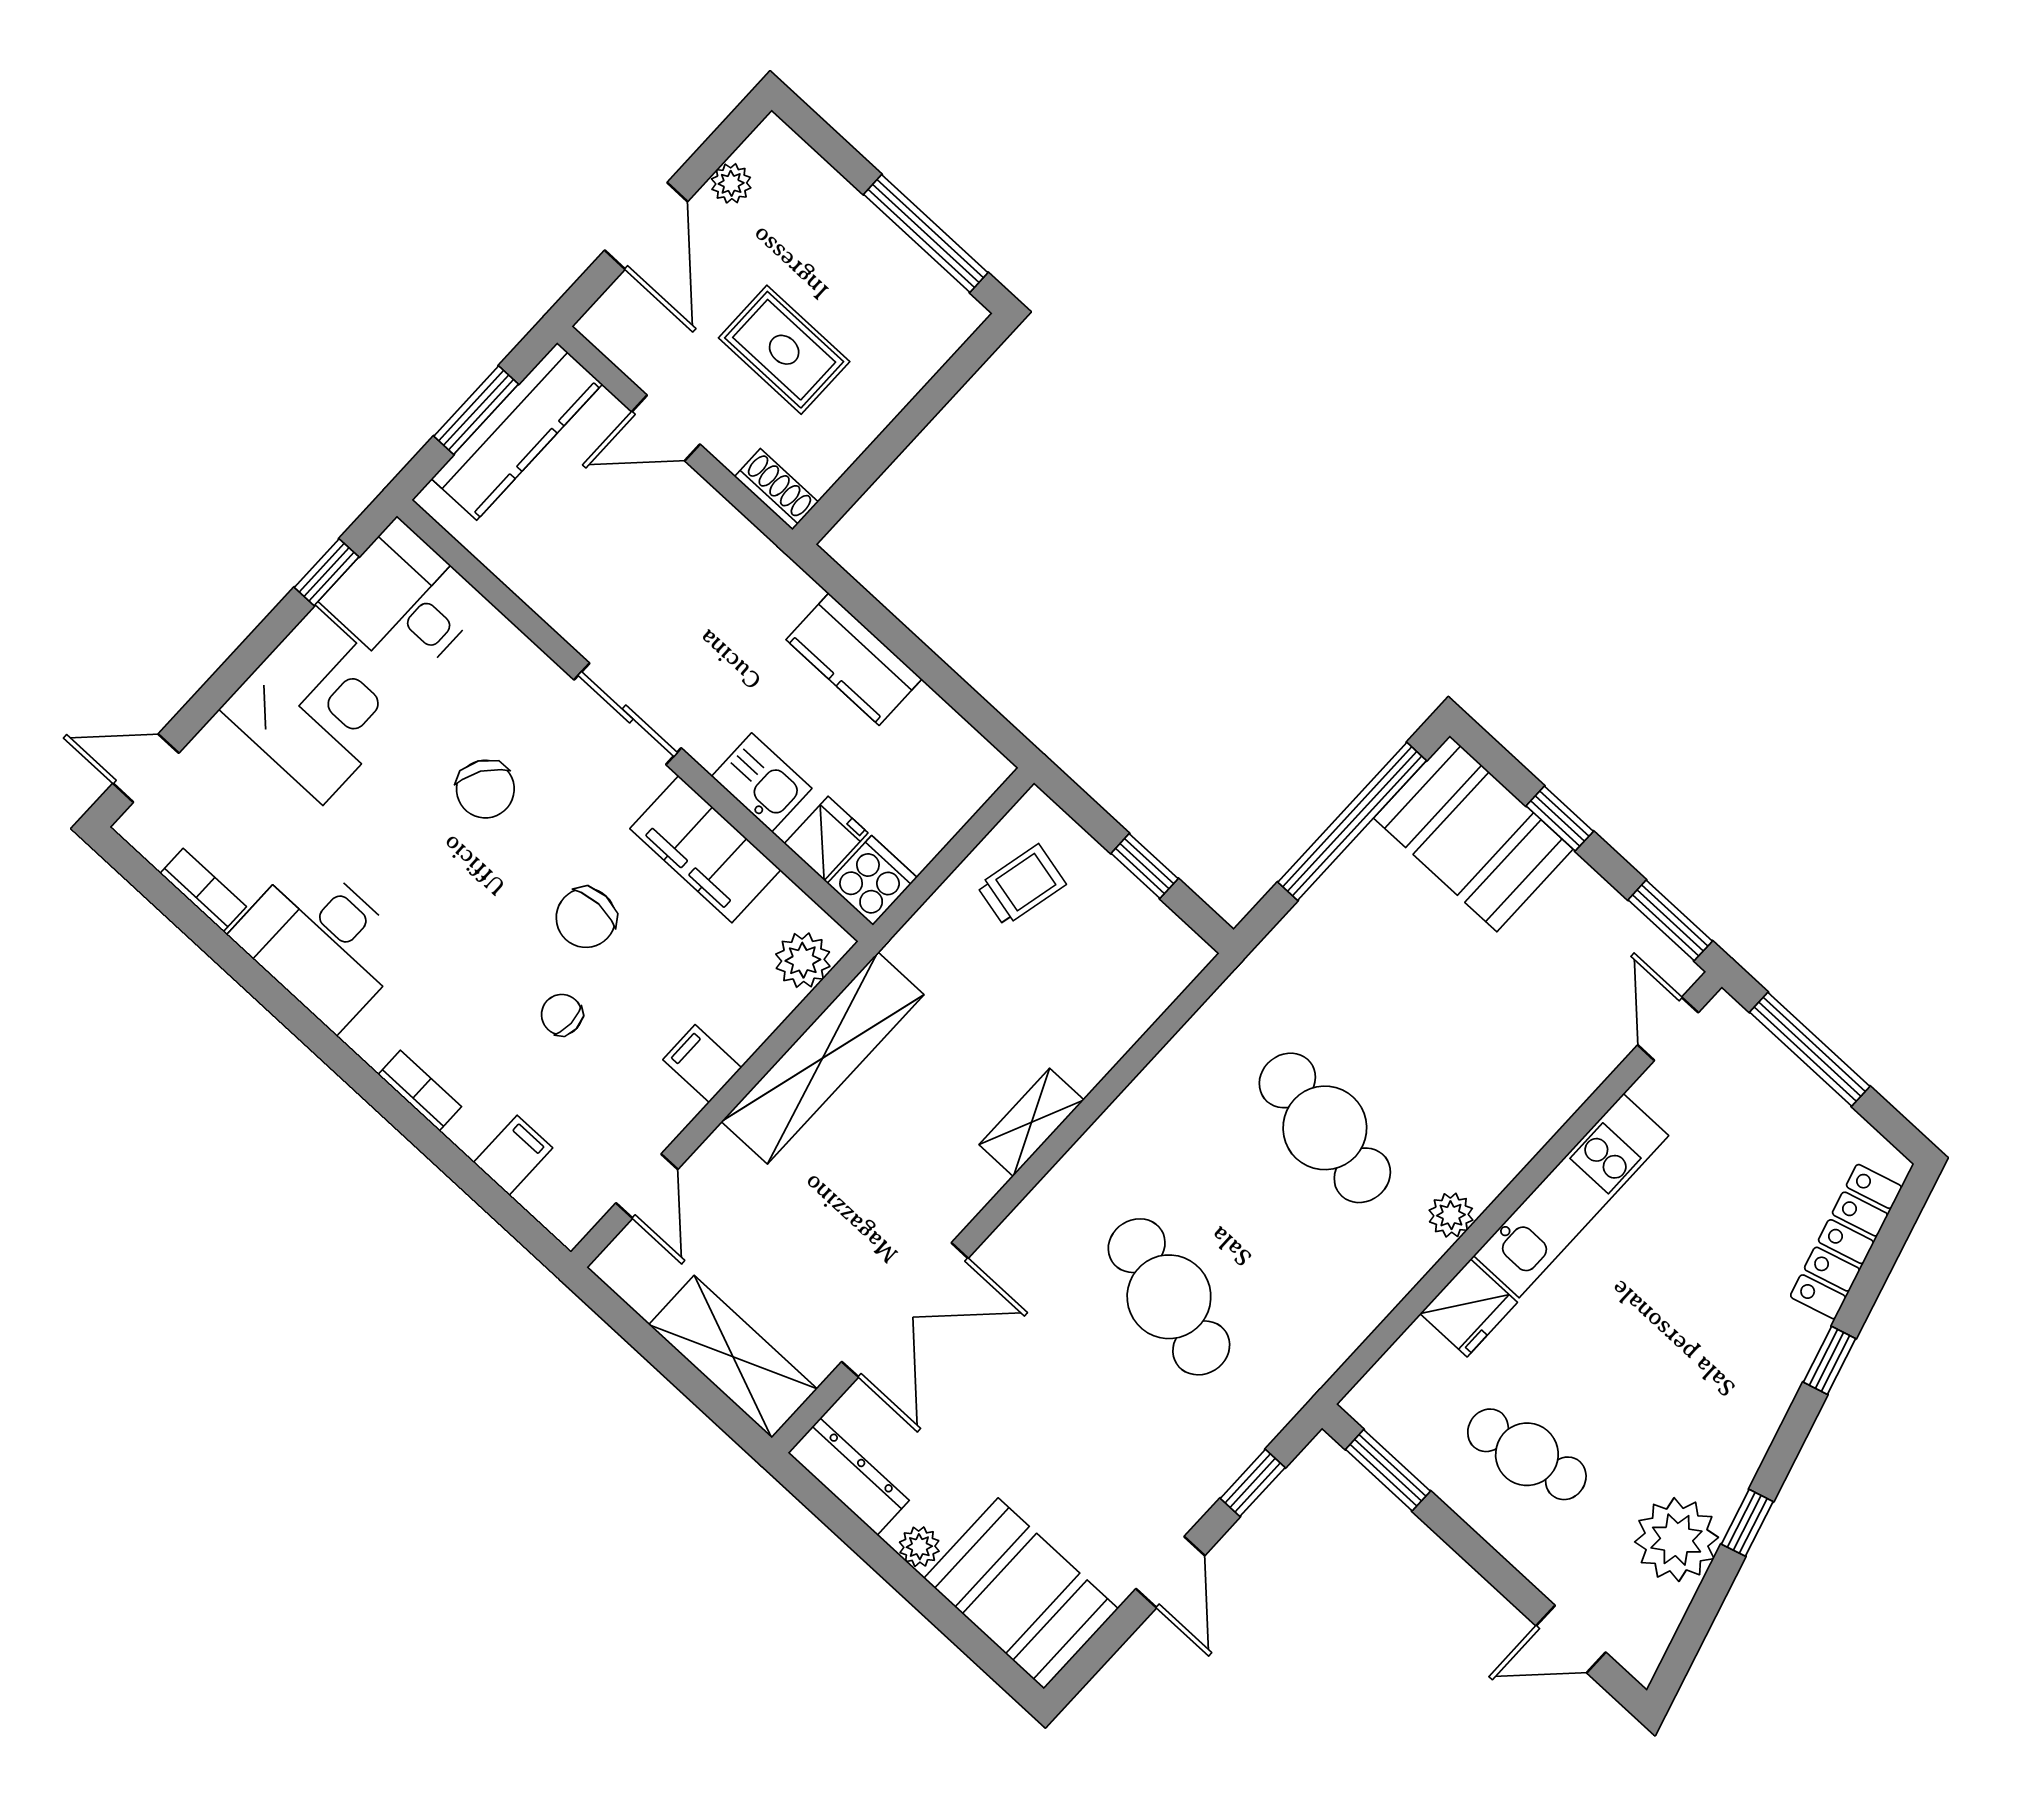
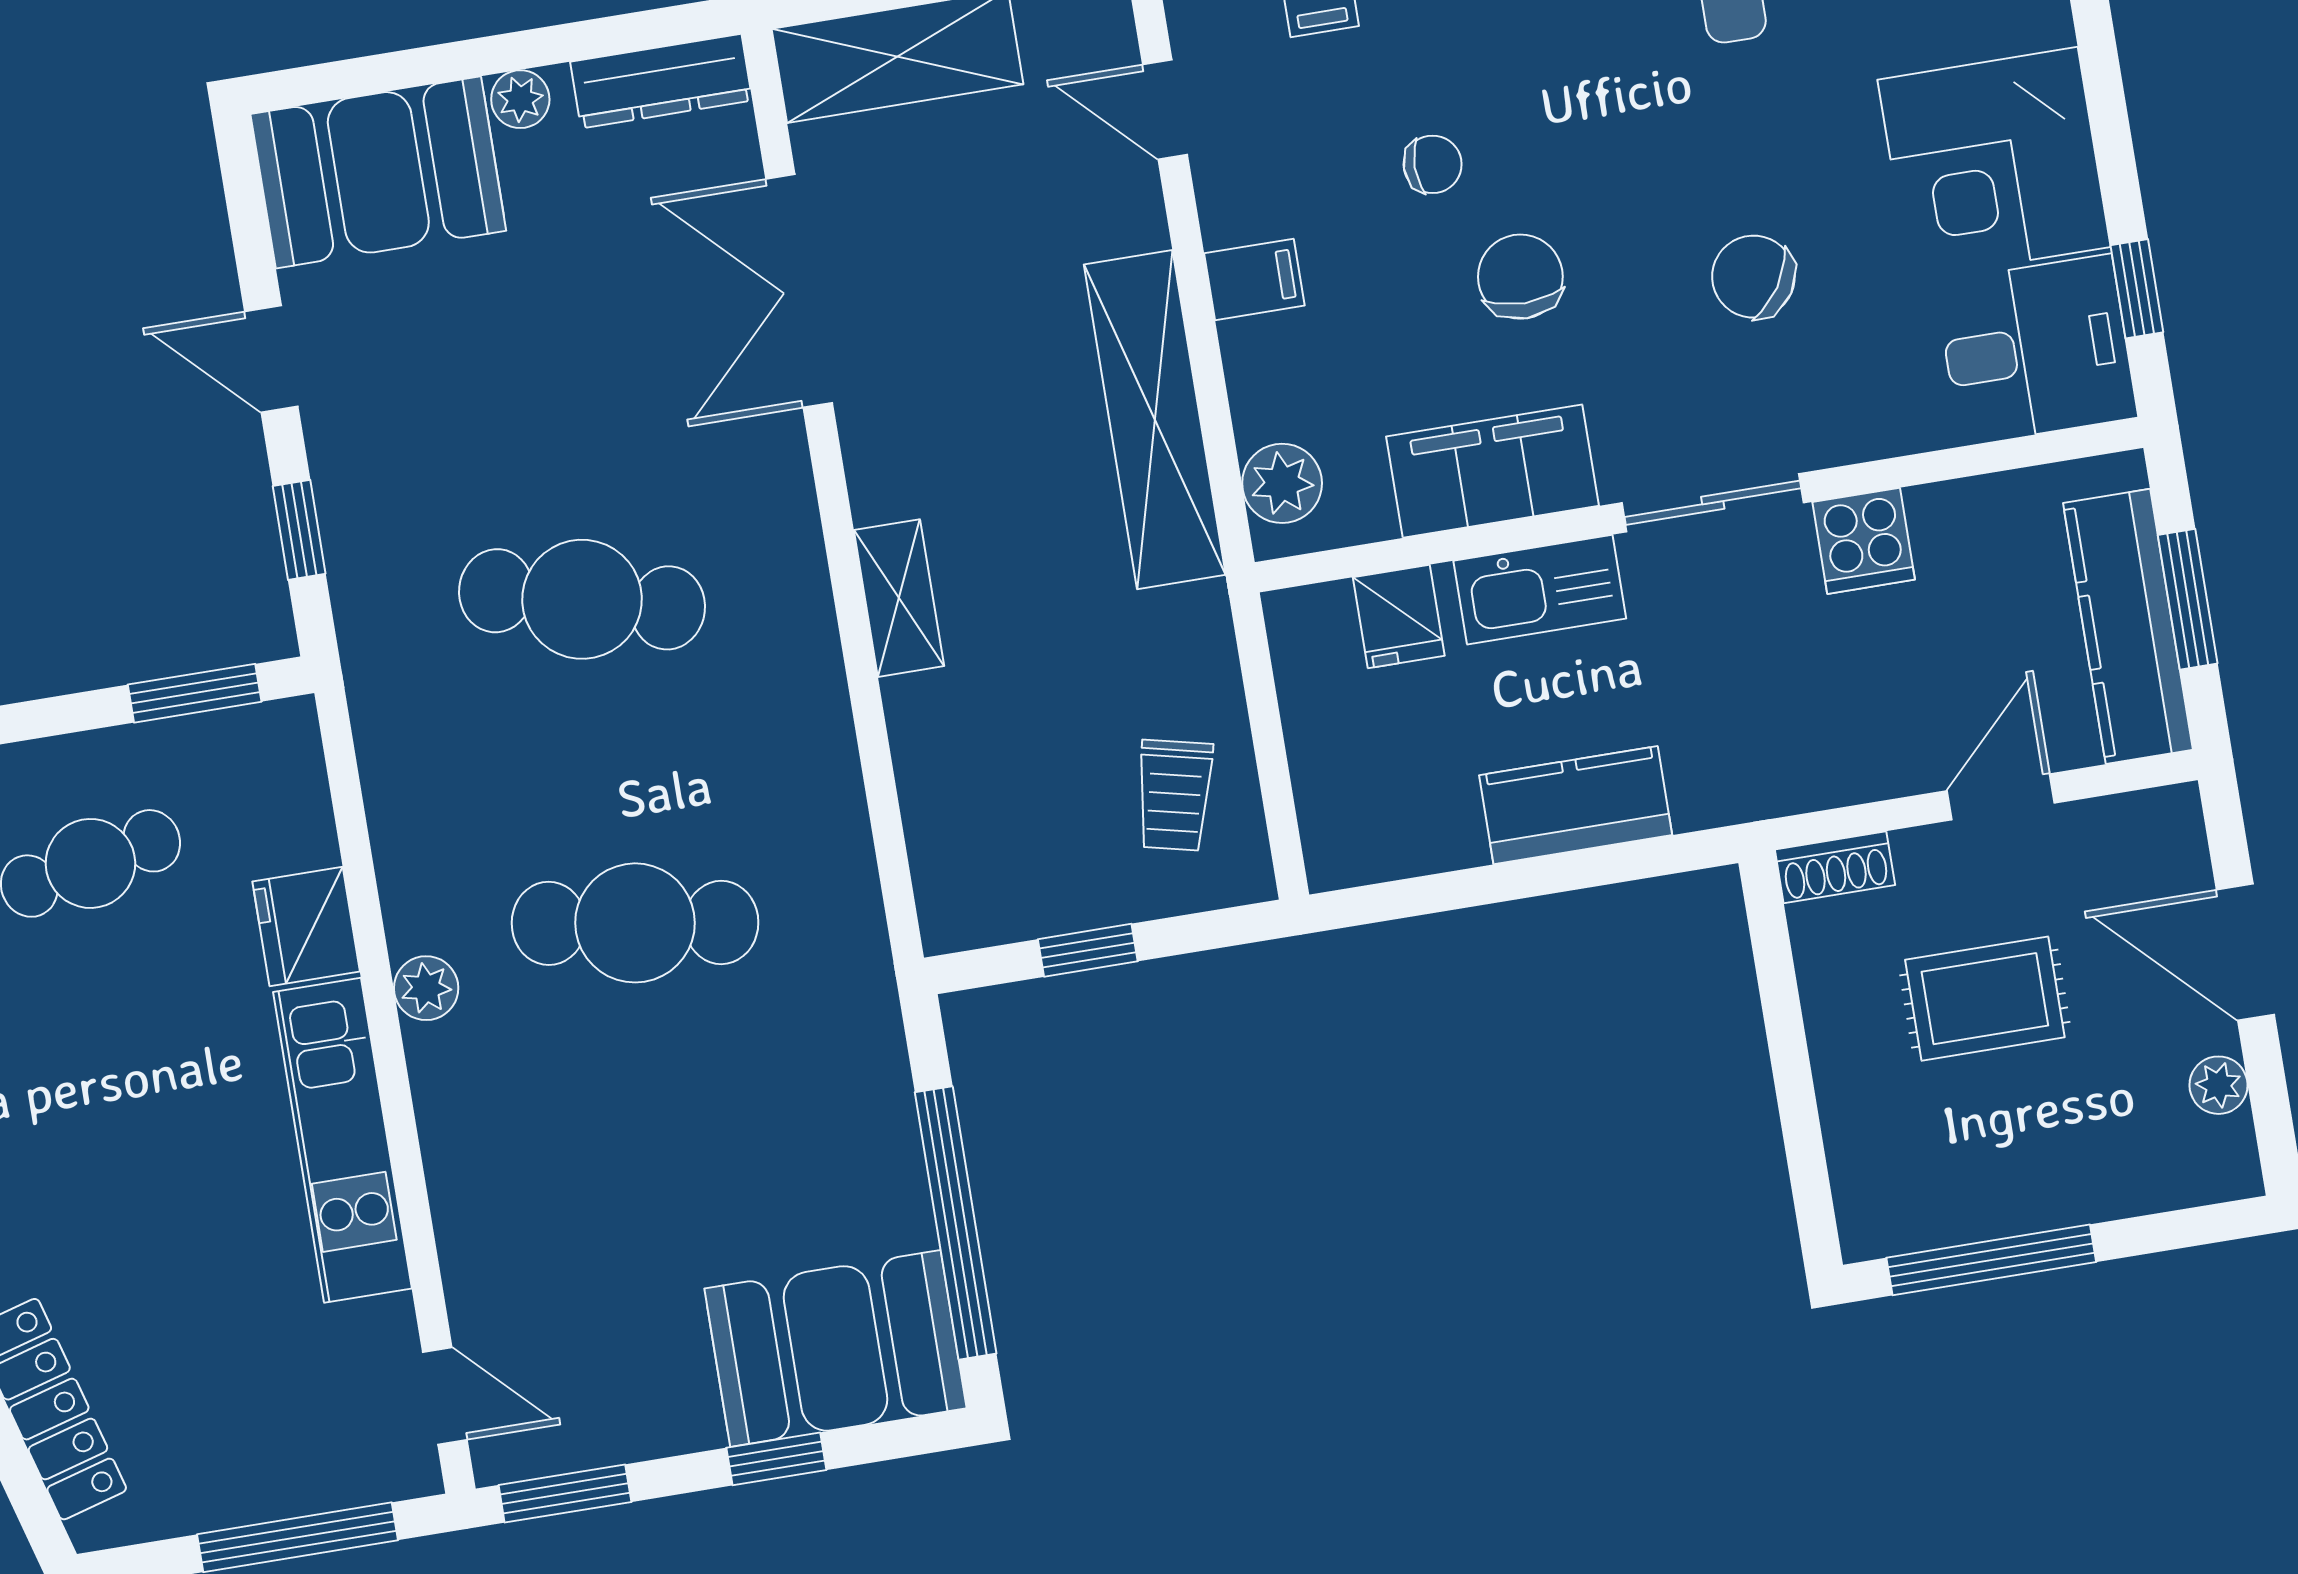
kitchen sink: (762, 782) -> (1540, 590), width x1.38
cooker: (872, 880) -> (1864, 541), moved

